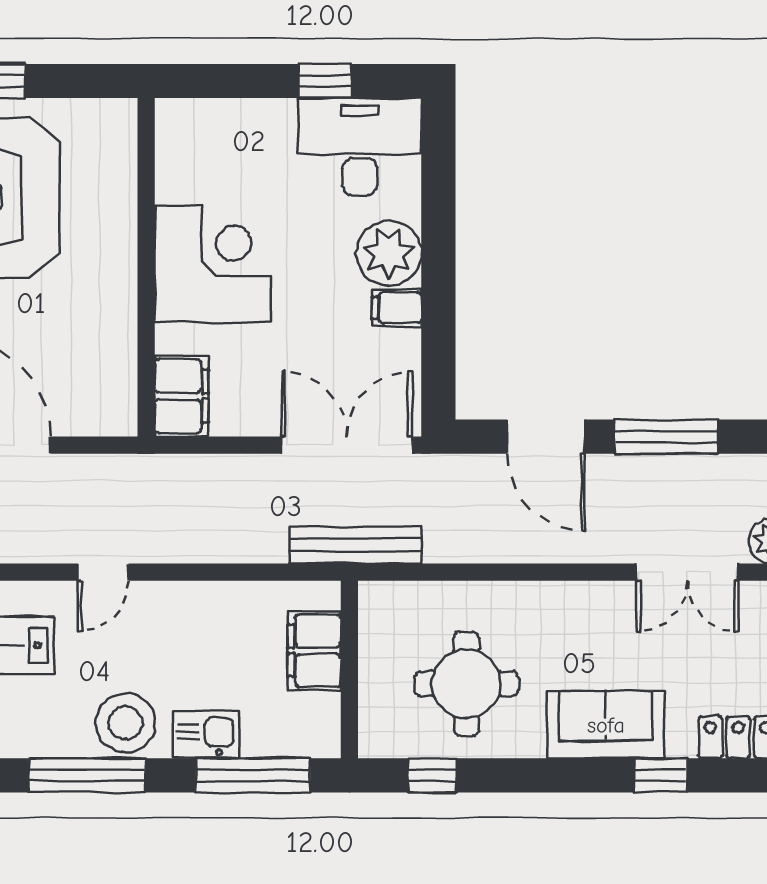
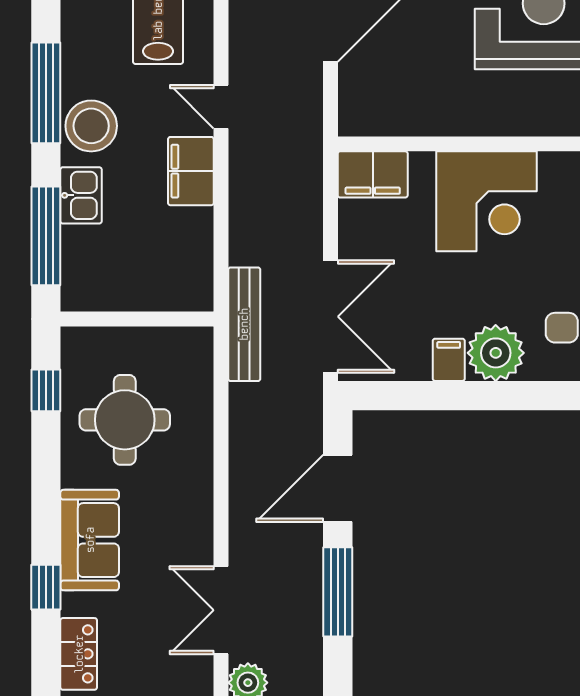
filing cabinet: (314, 651) -> (191, 171), moved, turned -90

